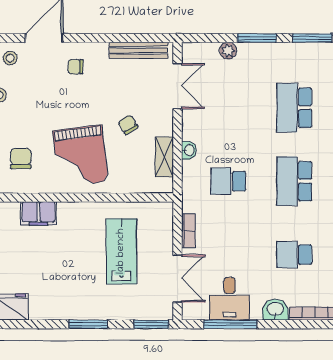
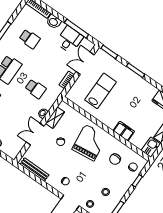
double door: (177, 86) -> (35, 134), moved
lab bench: (121, 251) -> (100, 91), turned 180

